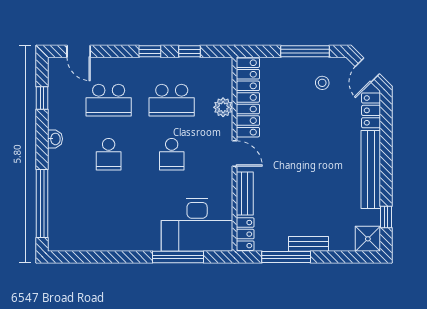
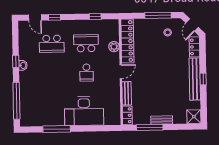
window: (150, 51) -> (54, 17), moved
window: (42, 98) -> (16, 61), moved
school desk: (172, 100) -> (86, 43), turned 180
school desk: (109, 154) -> (52, 73), removed
door: (235, 154) -> (121, 72), hinge flipped
window: (386, 217) -> (203, 79), moved
desk: (197, 225) -> (84, 111), moved
window: (178, 257) -> (57, 129), moved

